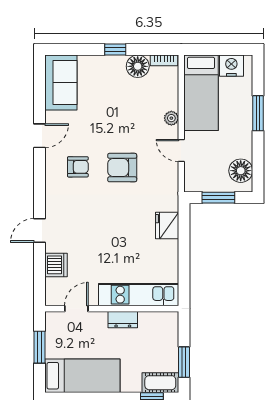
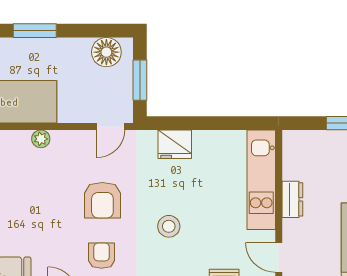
door: (181, 150) -> (111, 126), moved
stool: (101, 221) -> (169, 226), added

